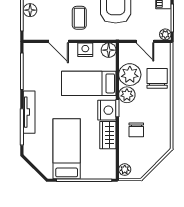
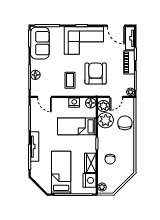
door: (59, 41) -> (44, 97), moved
door: (145, 41) -> (116, 97), hinge flipped
plant: (127, 95) -> (103, 106), moved
nightstand: (107, 110) -> (89, 180), moved

